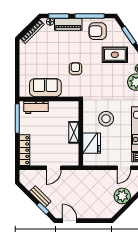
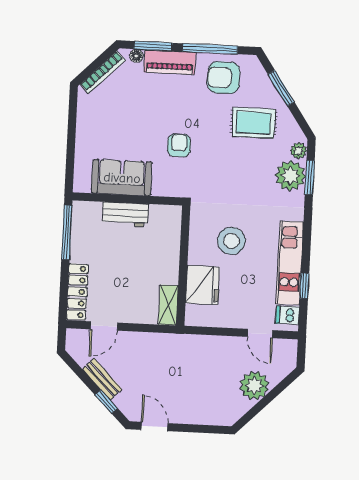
workbench: (36, 107) -> (125, 214), moved
shelving: (74, 132) -> (168, 305), moved
door: (54, 168) -> (104, 326), moved
door: (124, 168) -> (260, 334), hinge flipped

